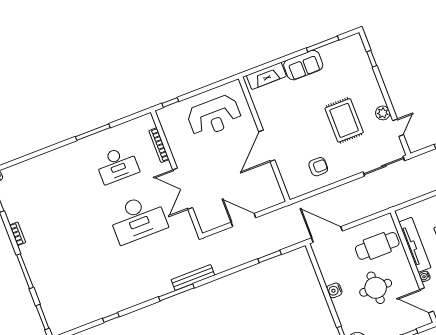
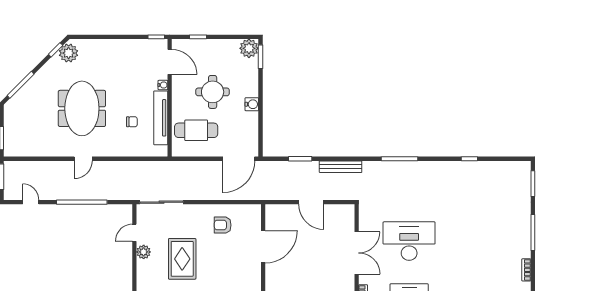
door: (267, 146) -> (263, 247), moved
door: (327, 235) -> (239, 159), hinge flipped
bench: (193, 277) -> (341, 167), moved

